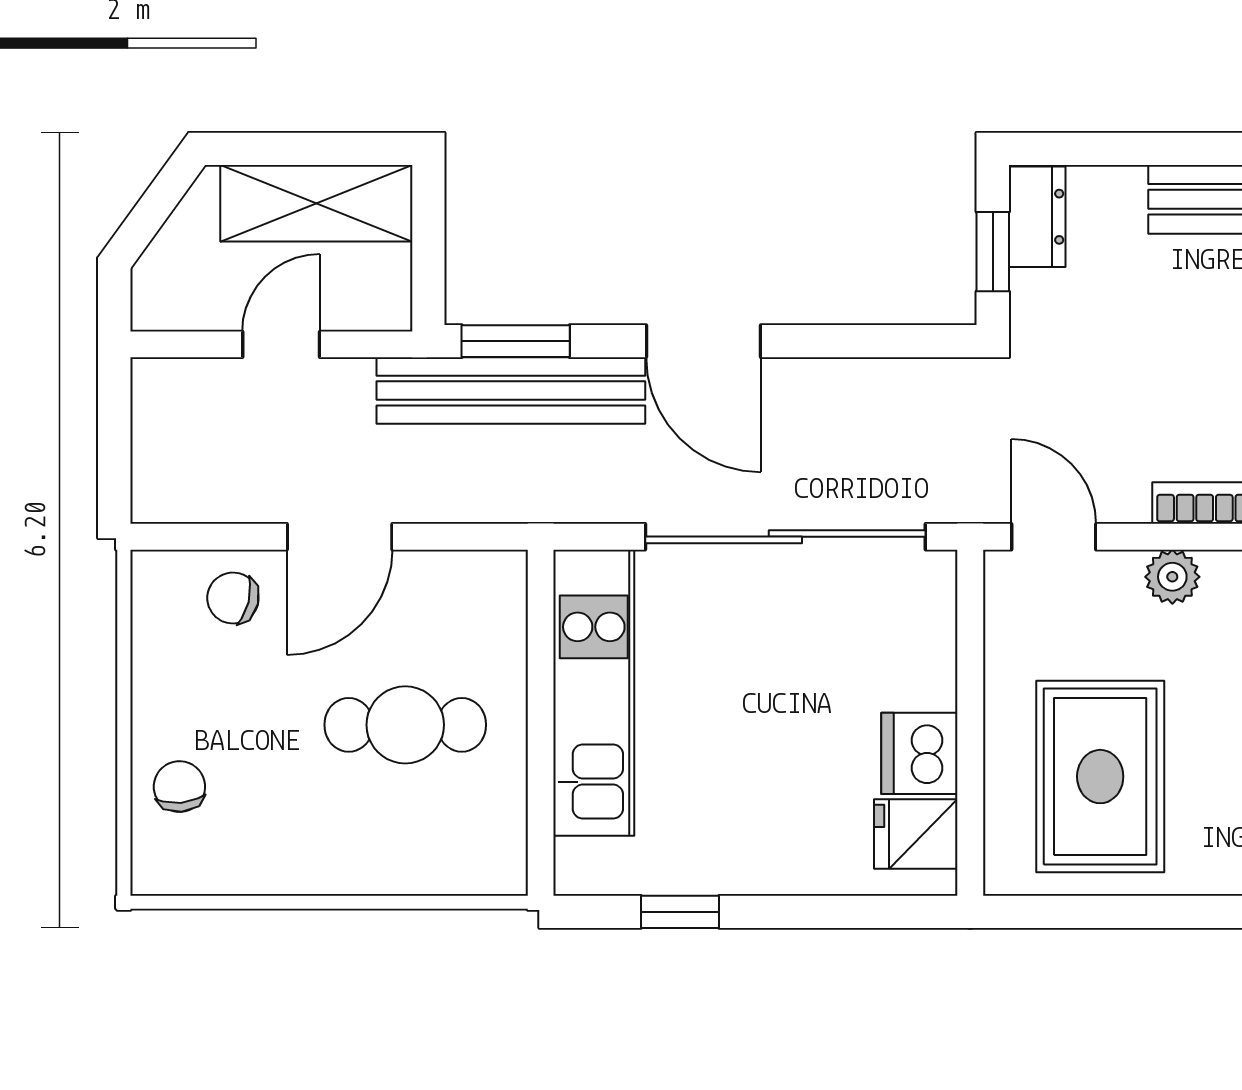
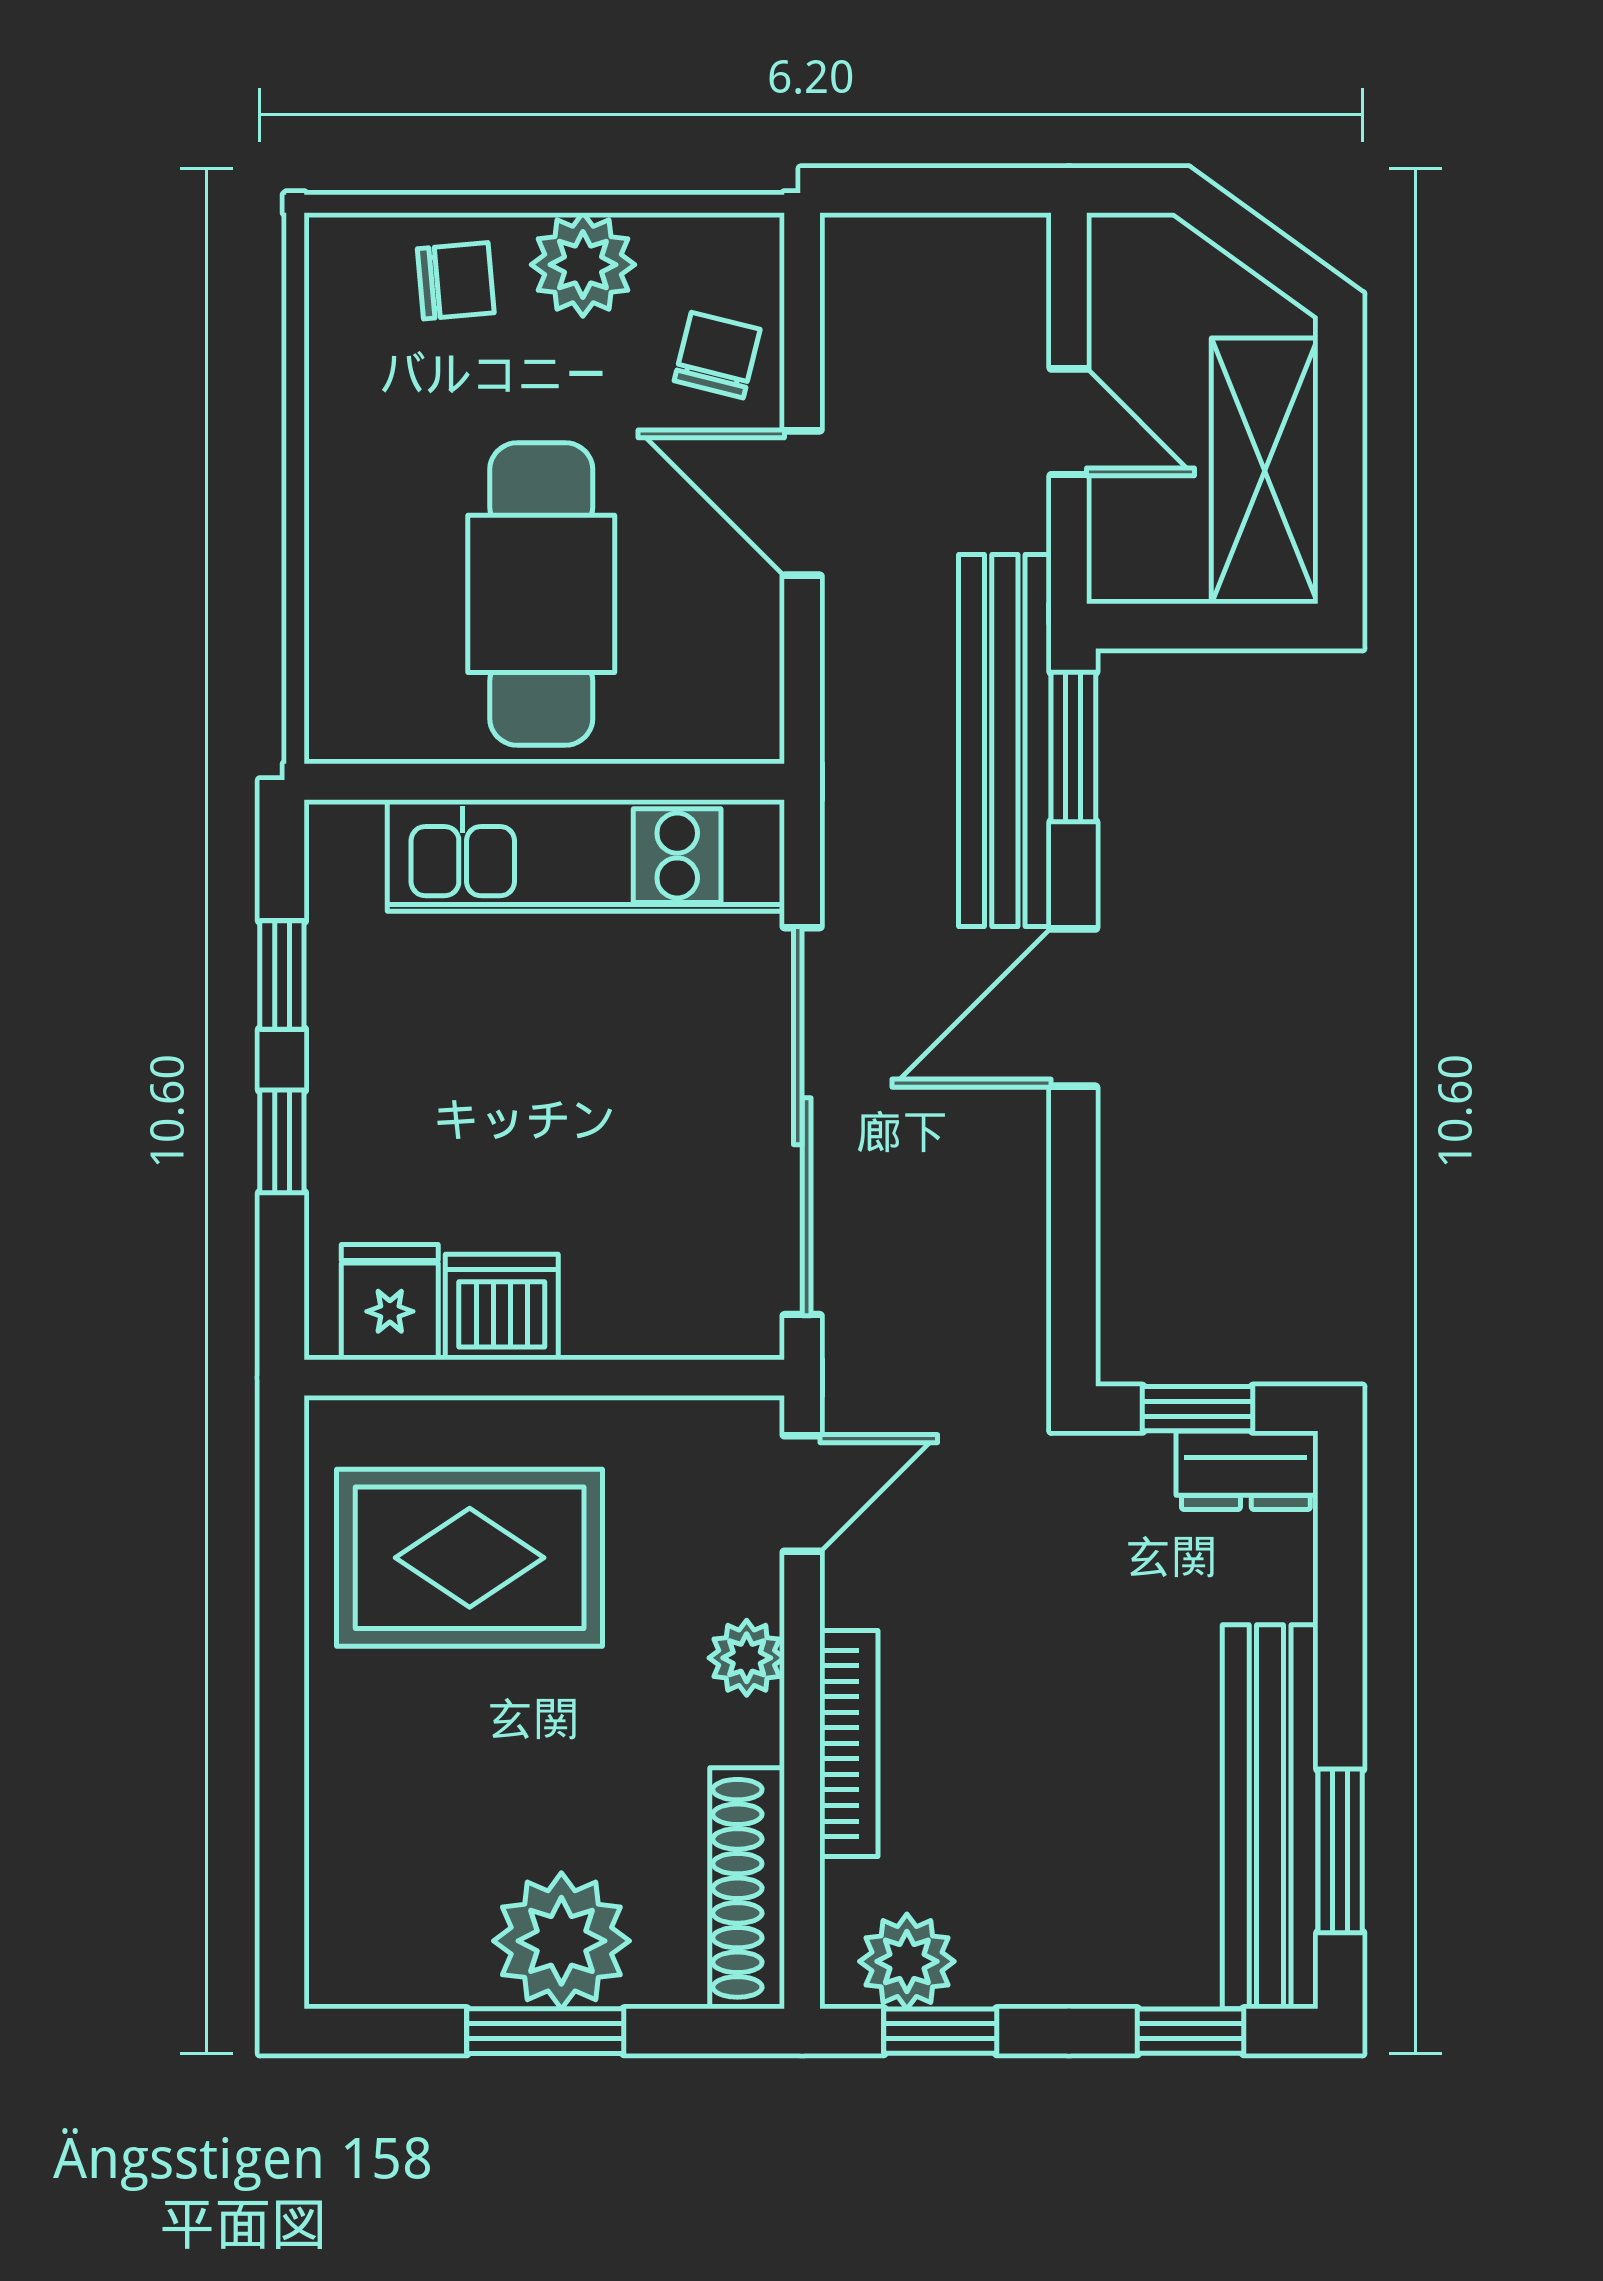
plant: (168, 695) -> (583, 265), added
cafe table: (405, 725) -> (541, 594), width x1.37, depth x1.35
window: (800, 912) -> (282, 1141), added

